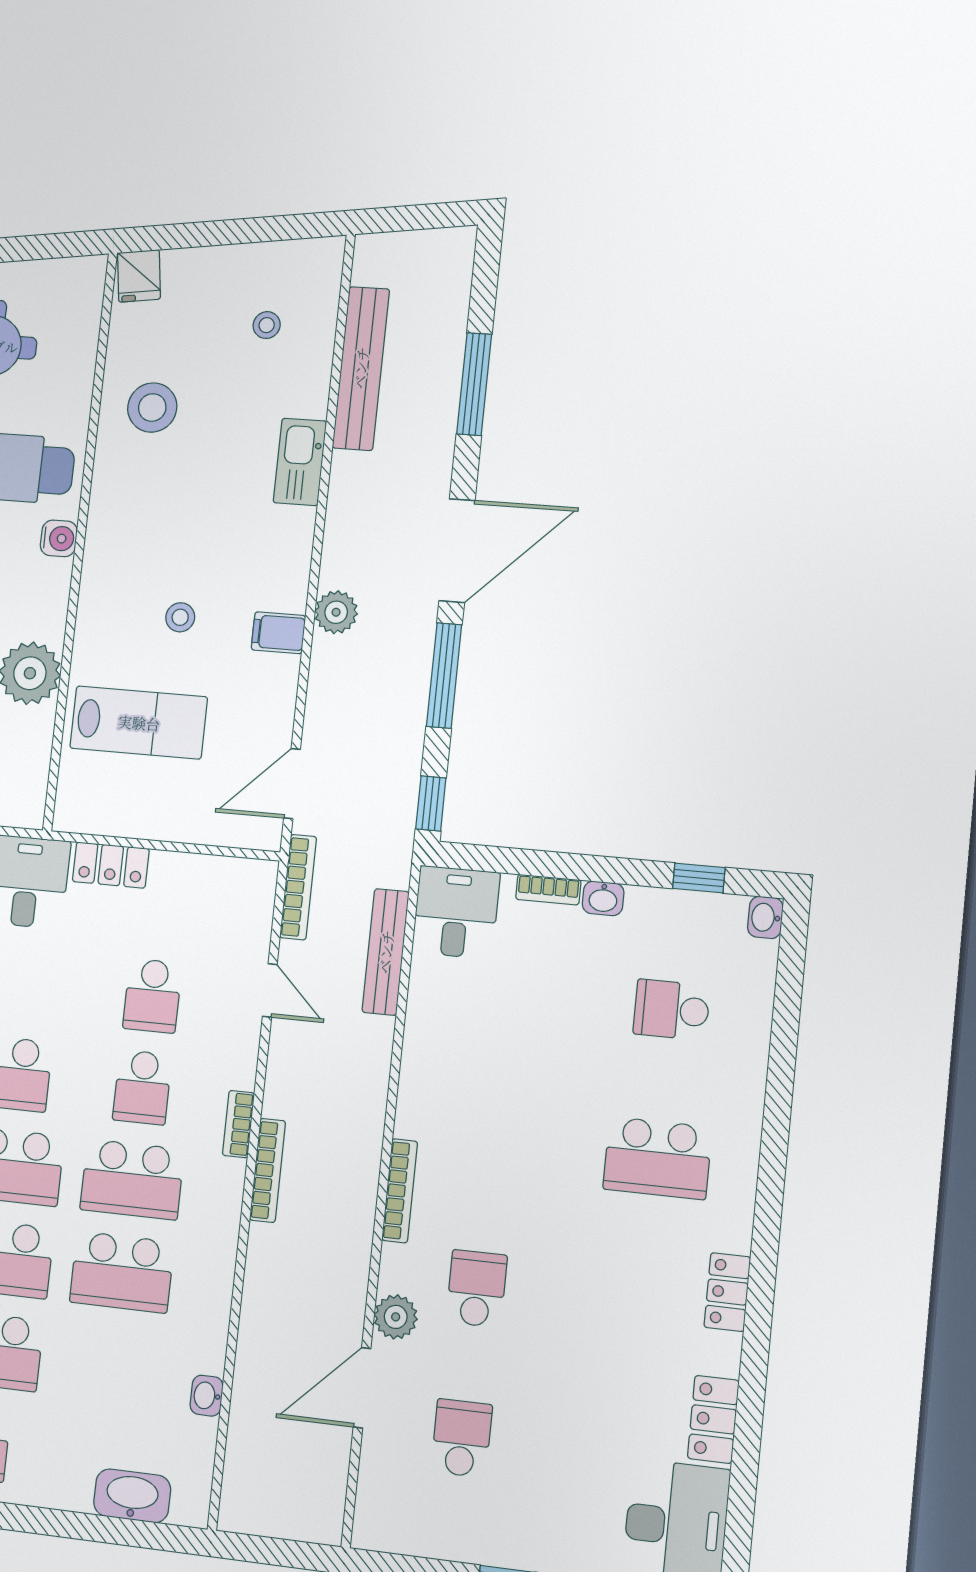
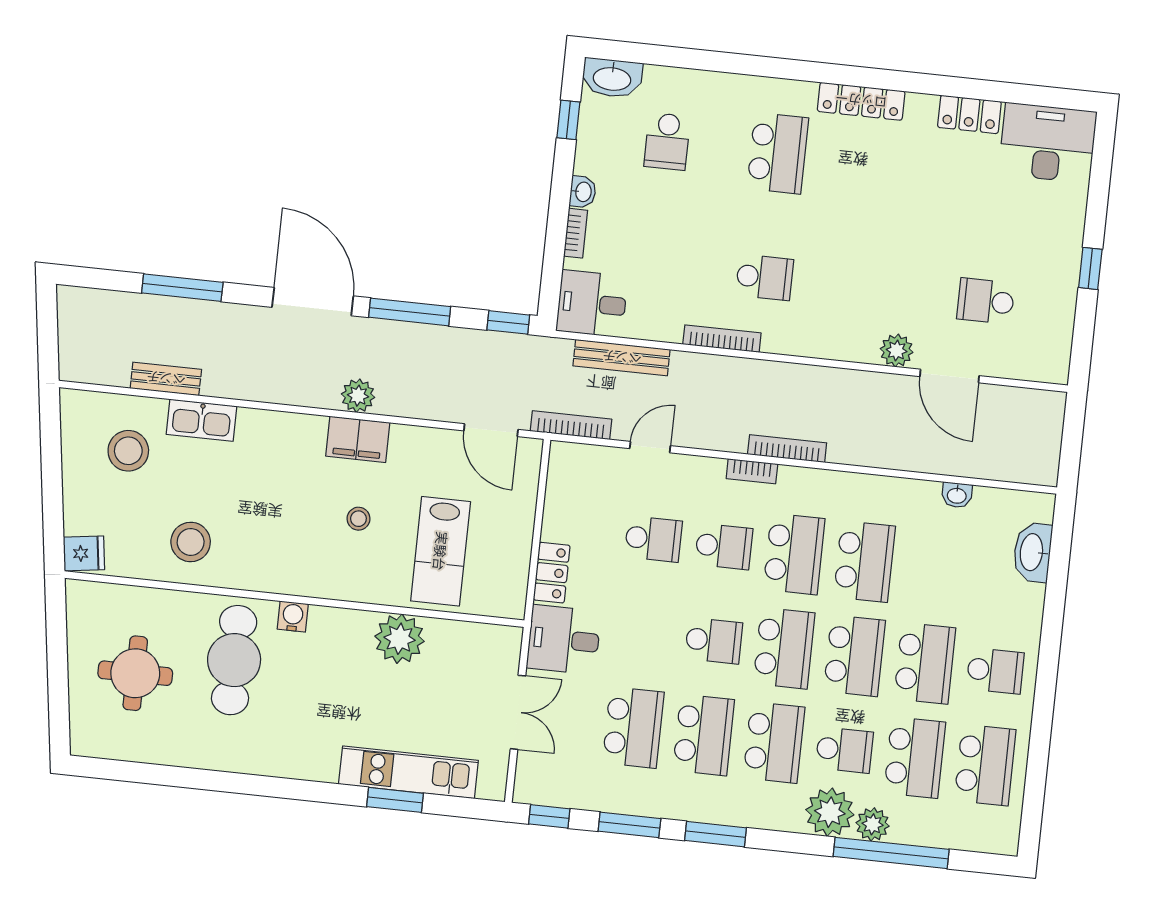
stool: (267, 325) -> (128, 451), width x1.89, depth x1.89
bench: (361, 368) -> (166, 379), width x0.54, depth x0.82
kitchen sink: (300, 462) -> (201, 420), moved
filing cabinet: (278, 633) -> (358, 439), width x2.00
lab bench: (139, 723) -> (441, 551), turned 180
washbasin: (765, 917) -> (612, 78), width x1.91, depth x1.45
bookcase: (400, 1191) -> (722, 339), moved
school desk: (477, 1289) -> (764, 277), moved, turned 180
locker: (727, 1292) -> (861, 101), width x1.53

